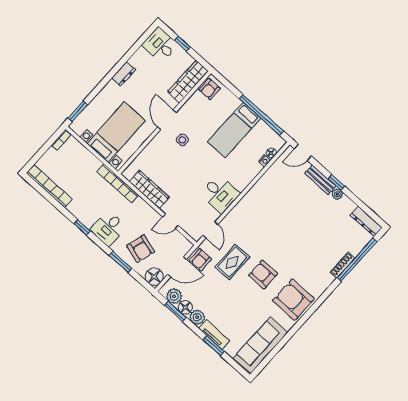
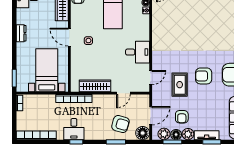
desk: (108, 228) -> (74, 129), moved
door: (210, 230) -> (151, 78), hinge flipped
armchair: (200, 260) -> (182, 117), moved

